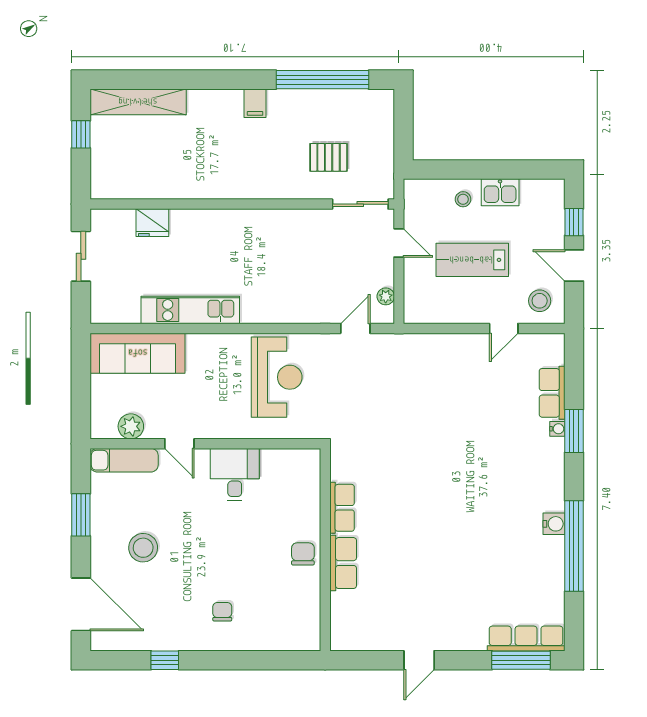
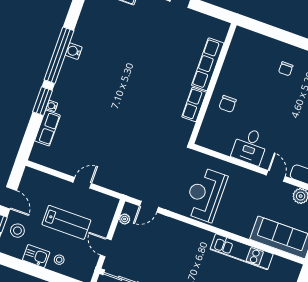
stool: (540, 301) -> (17, 231), moved
door: (504, 328) -> (82, 183), moved
window: (574, 546) -> (59, 55), moved
chair: (303, 554) -> (228, 104), moved
row of seats: (343, 563) -> (208, 64), width x1.48

